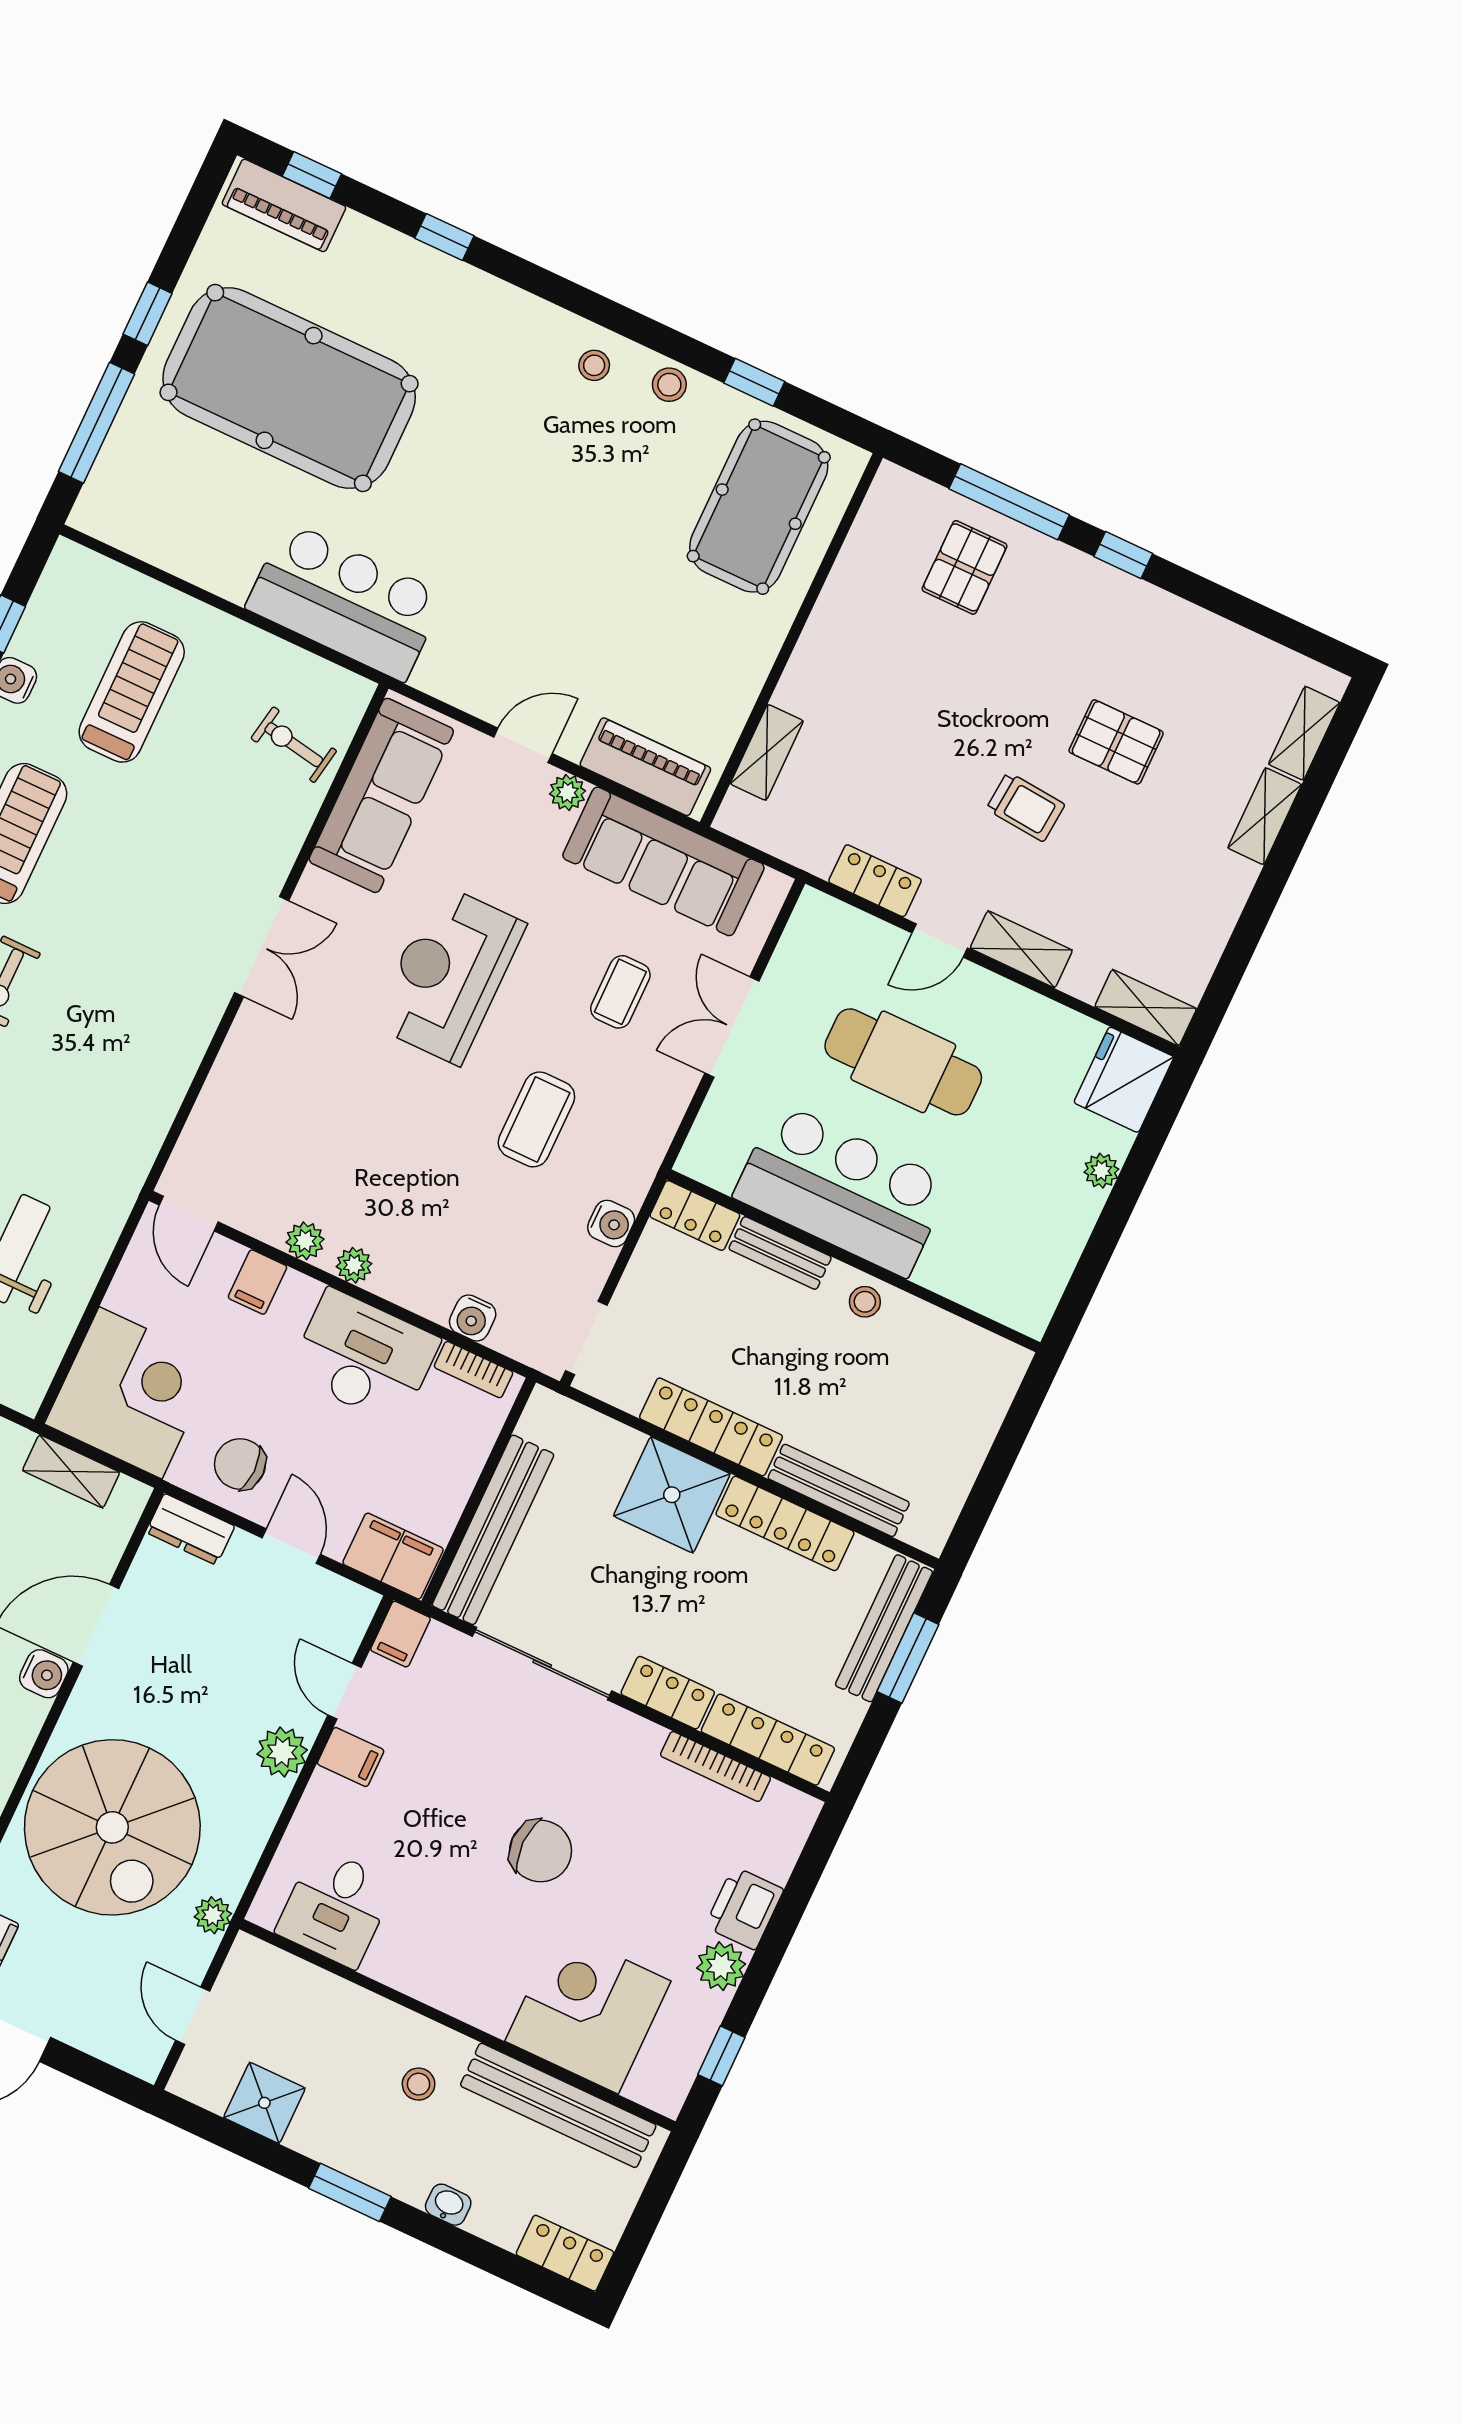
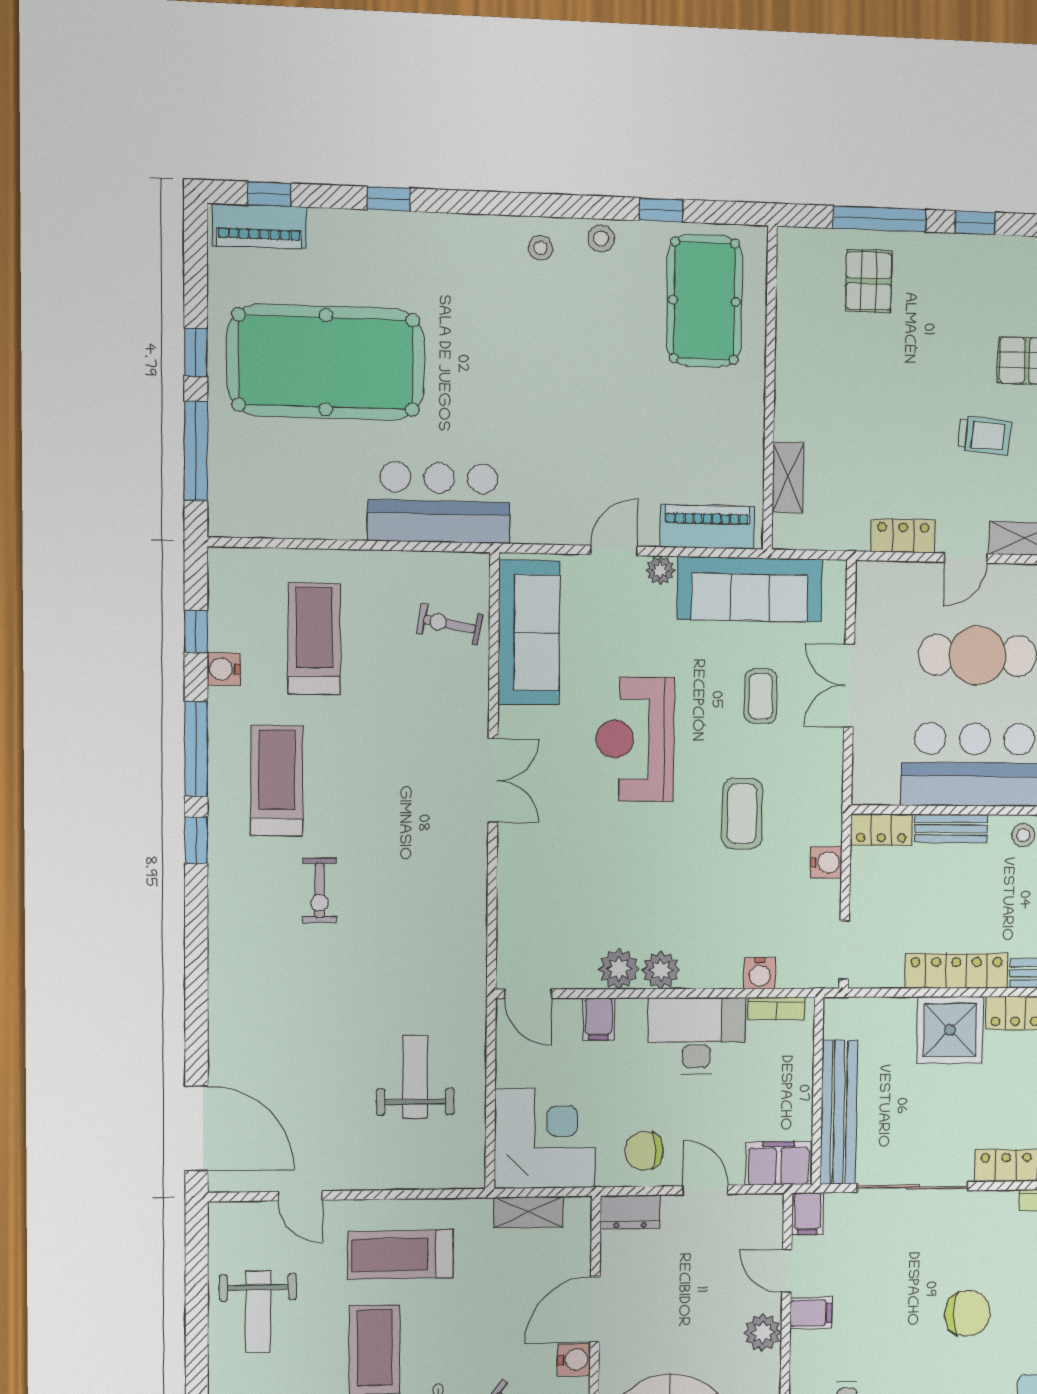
plant: (305, 1241) -> (619, 969), width x1.38, depth x1.38
plant: (354, 1265) -> (661, 970), width x1.38, depth x1.38

